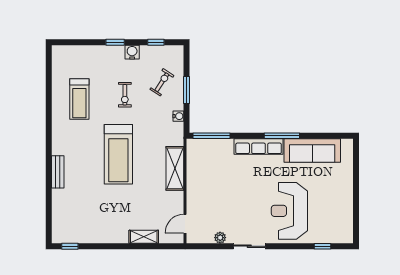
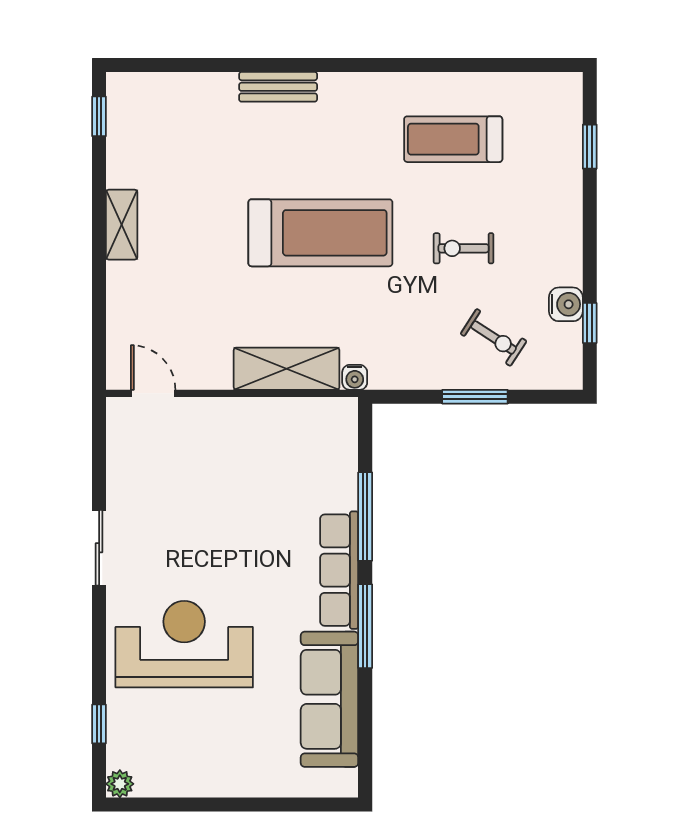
window: (115, 42) -> (590, 147), moved
water cooler: (132, 52) -> (566, 304), moved
water cooler: (178, 116) -> (355, 377), moved
window: (211, 136) -> (365, 517), moved
treadmill: (118, 154) -> (320, 233), turned 180
shelving: (144, 237) -> (122, 225), moved
plant: (220, 238) -> (120, 784), moved

